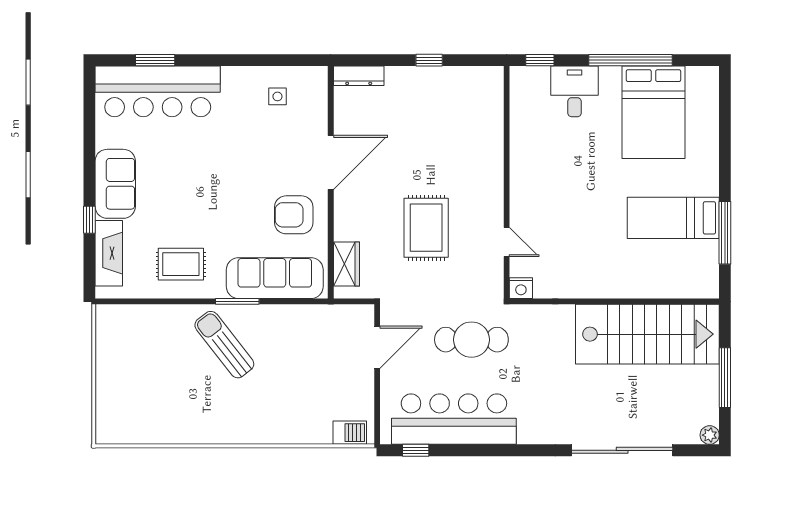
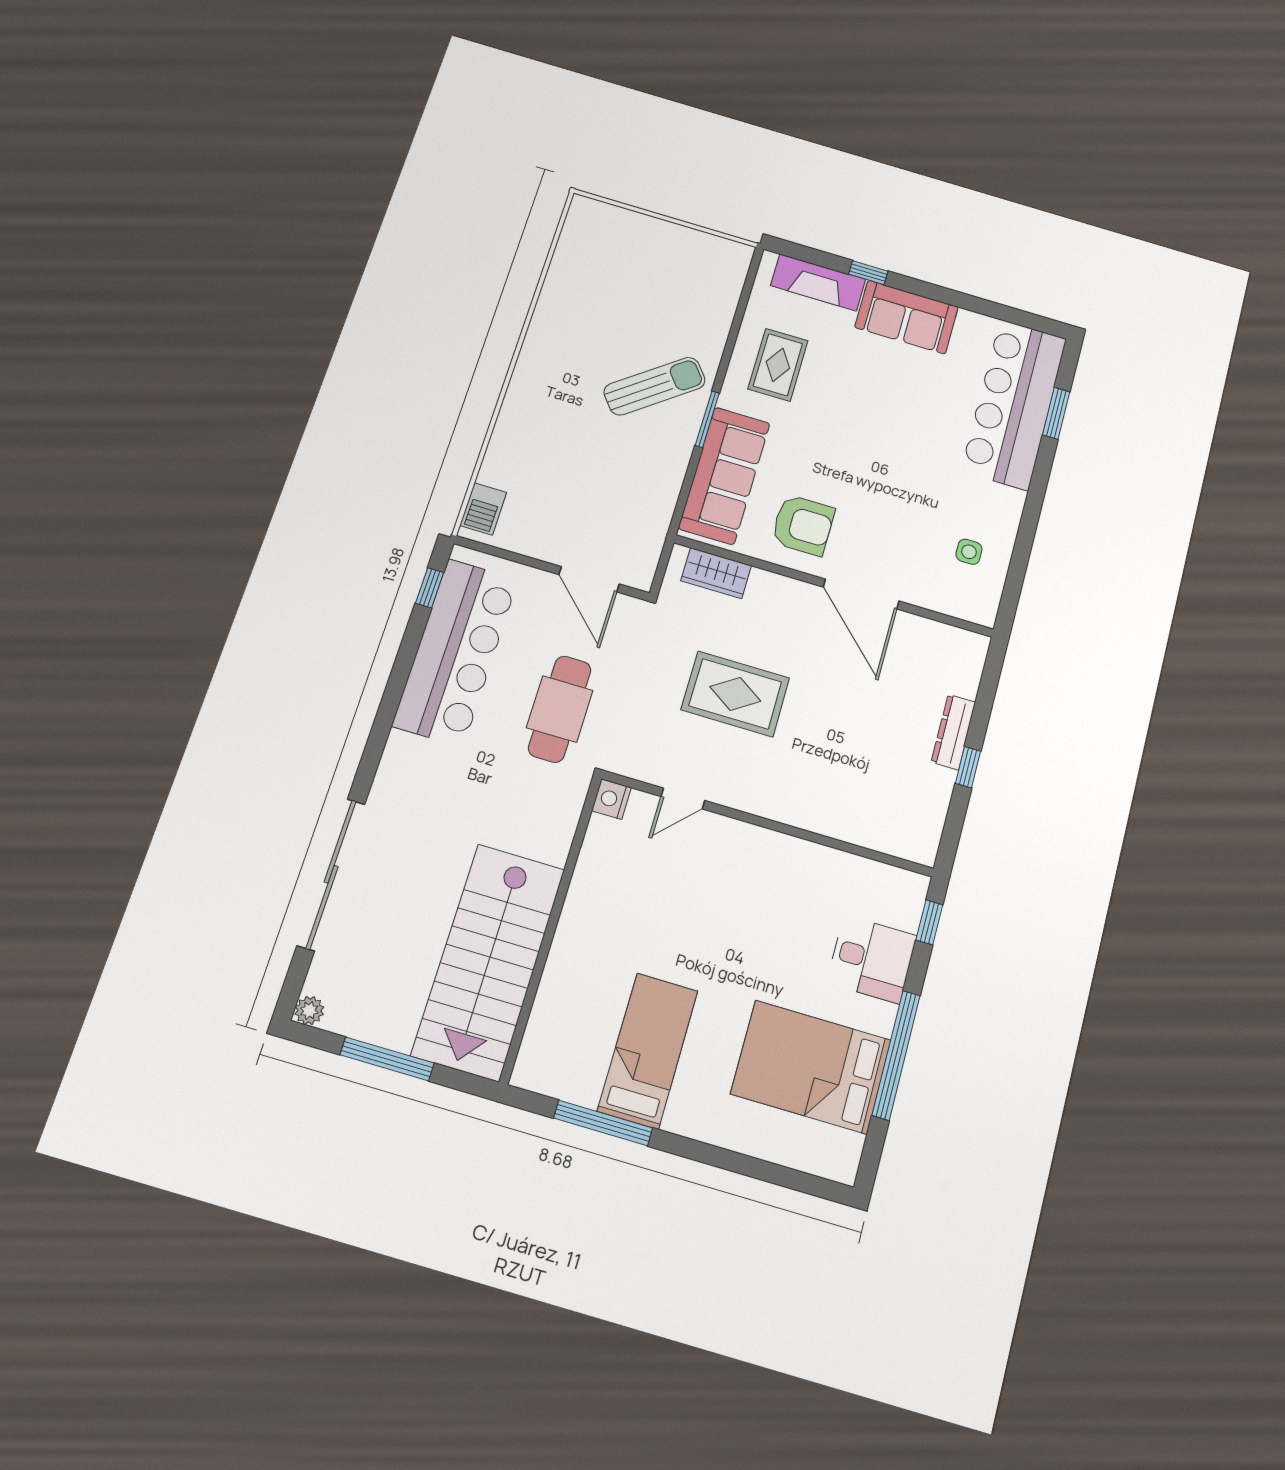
dresser: (359, 76) -> (953, 732), moved
armchair: (294, 215) -> (803, 525), turned 90

